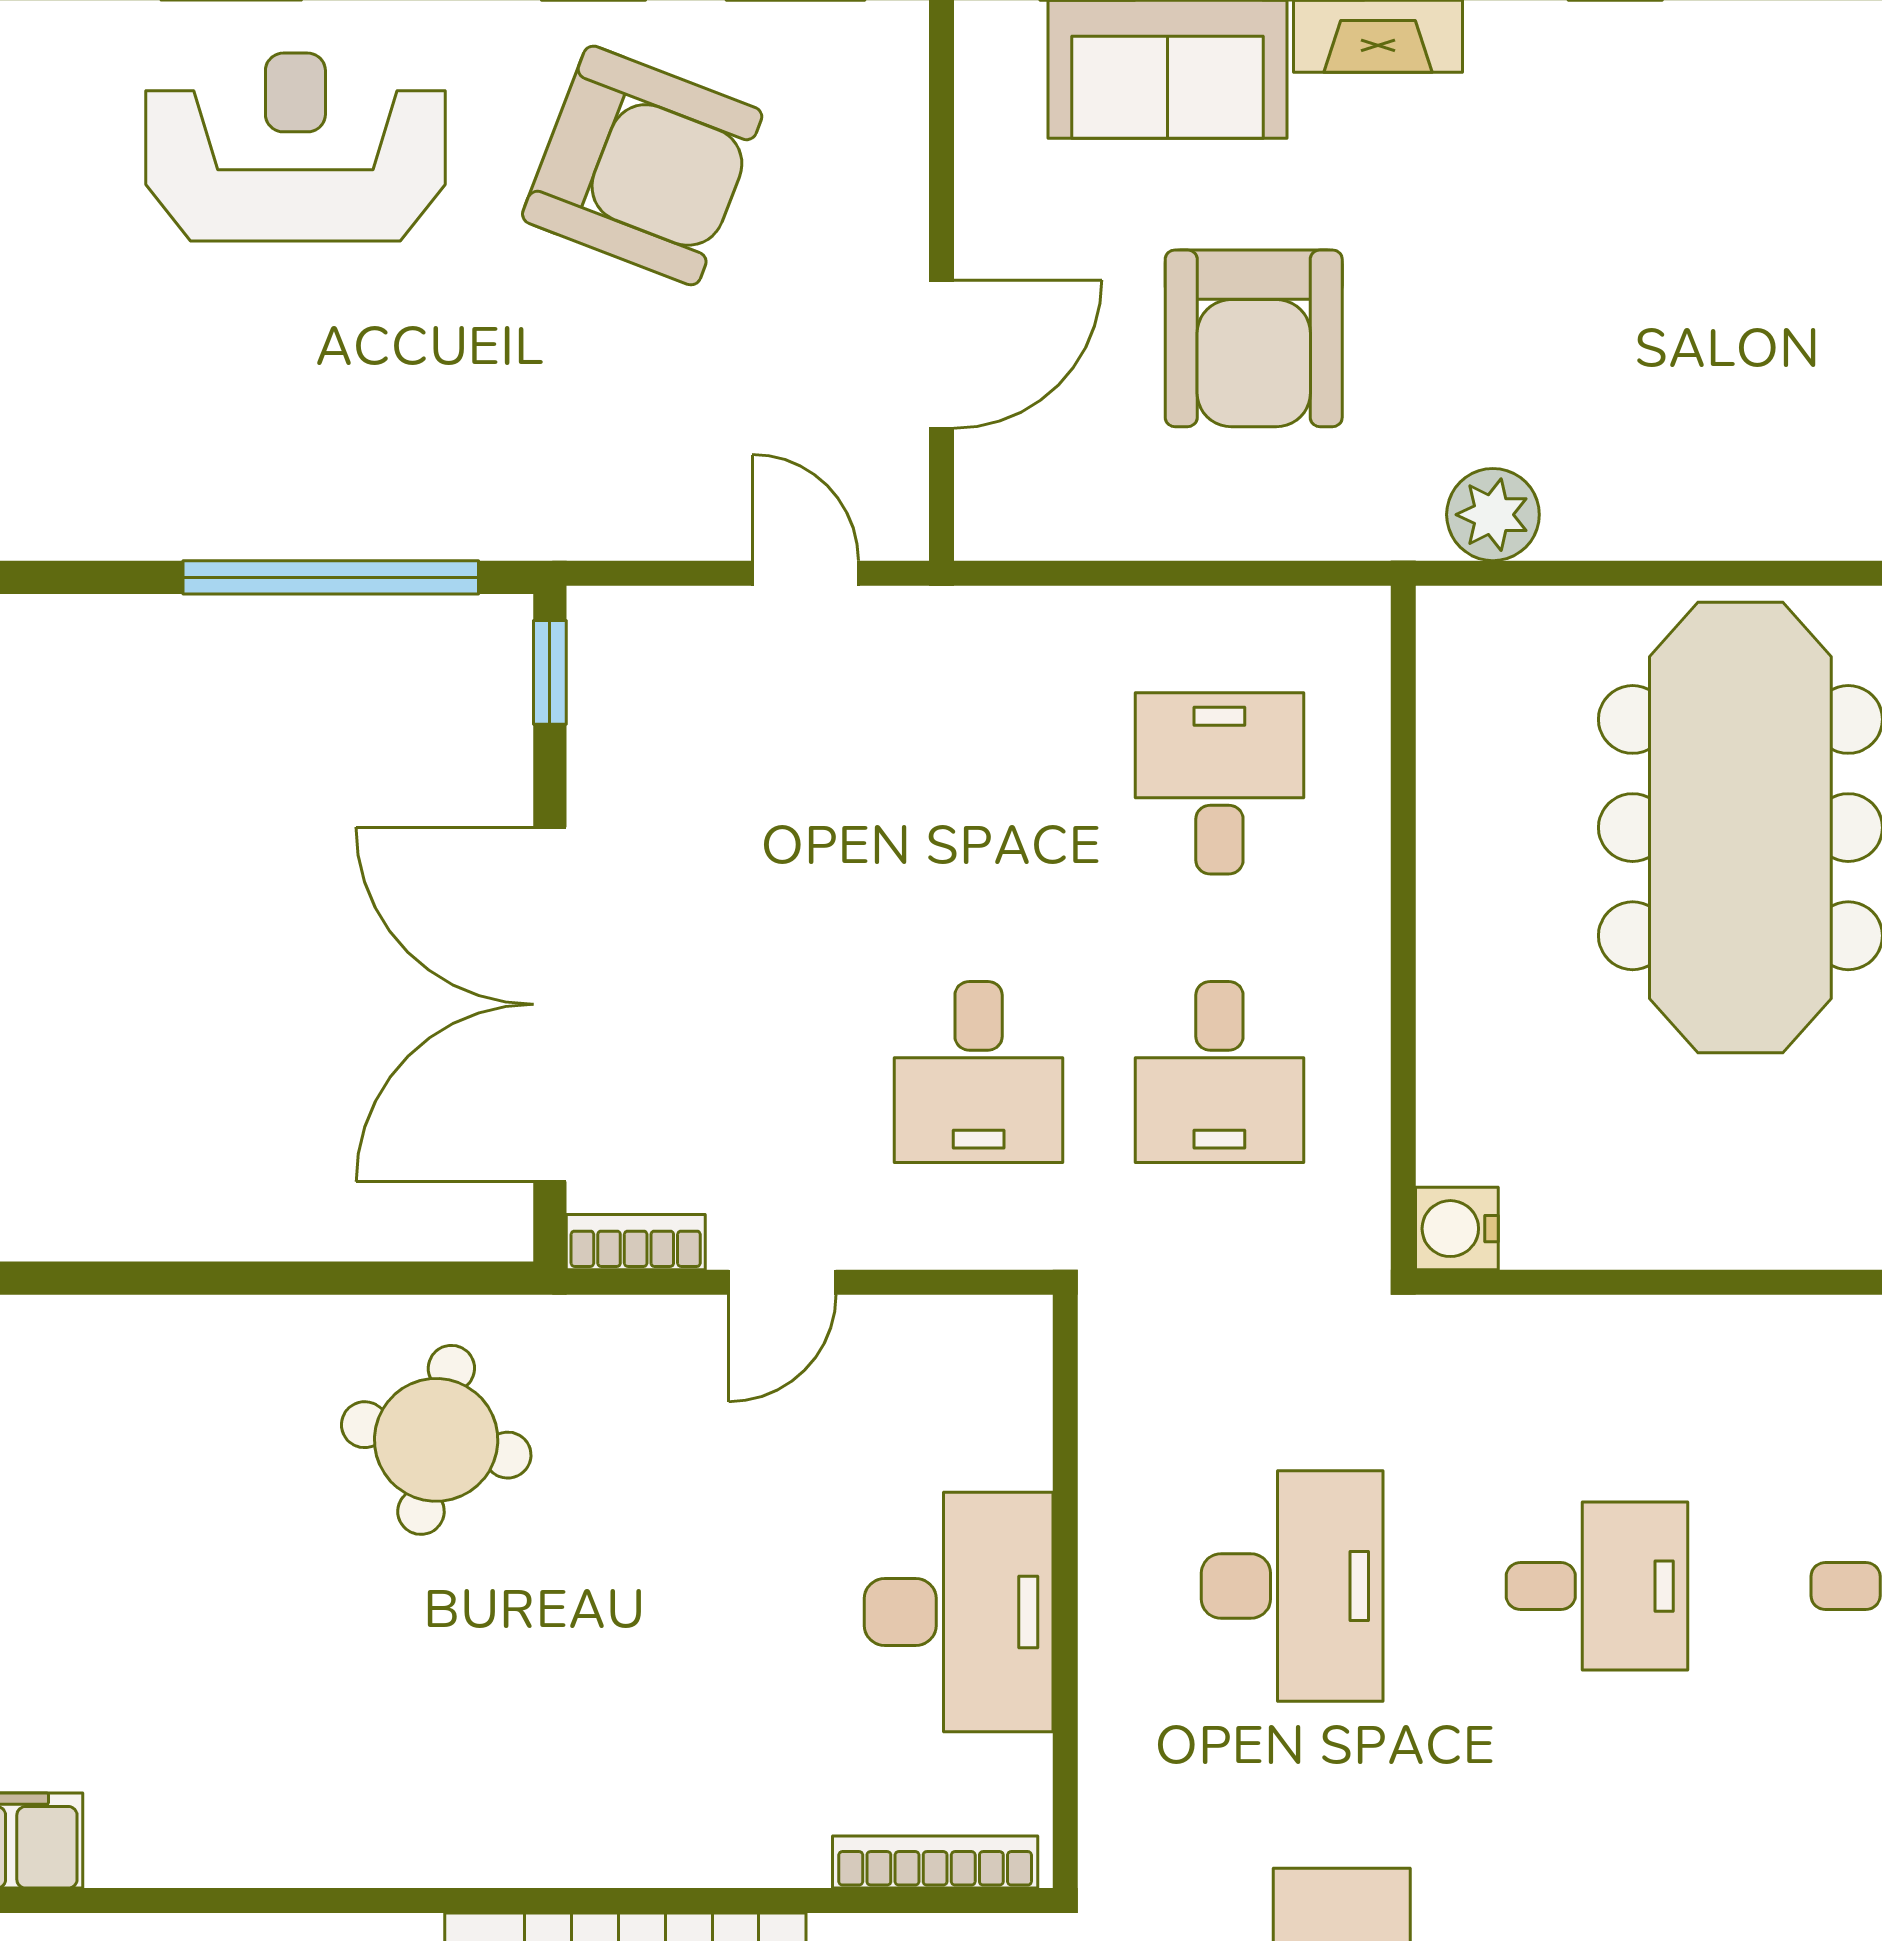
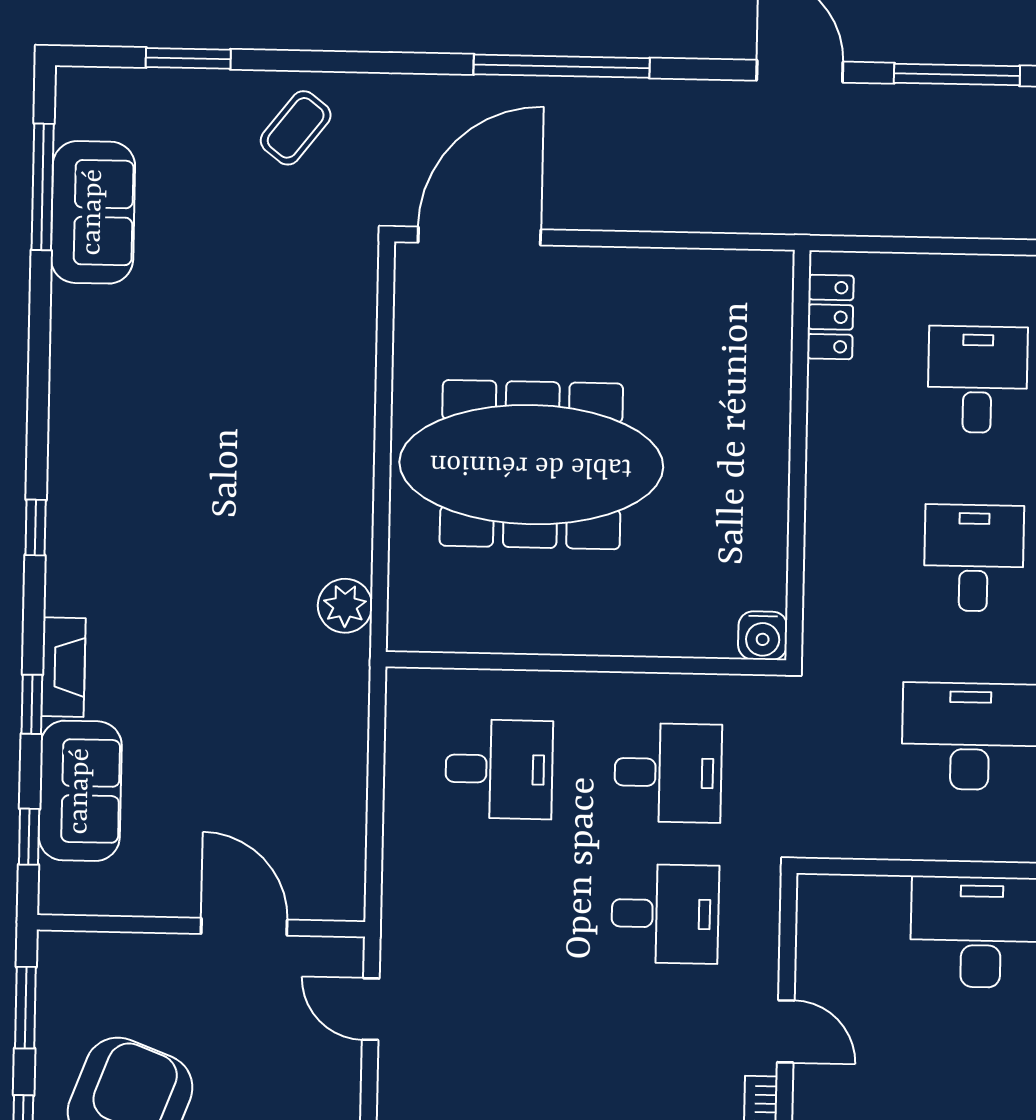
armchair: (1254, 338) -> (239, 744), removed
door: (805, 573) -> (371, 1009), hinge flipped
desk: (1219, 783) -> (499, 769), turned 180

